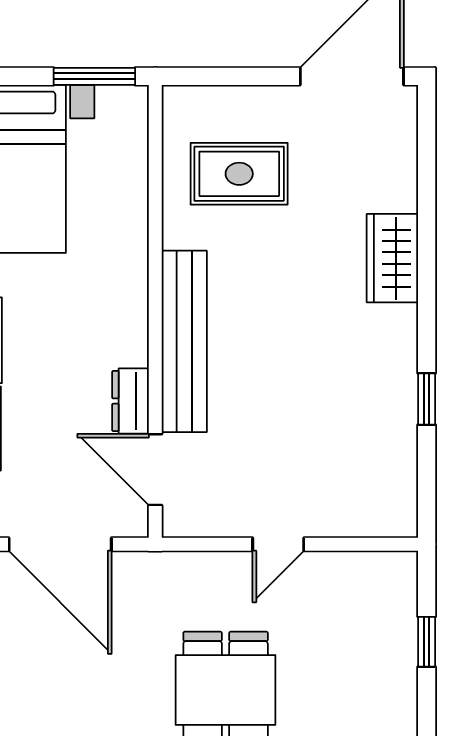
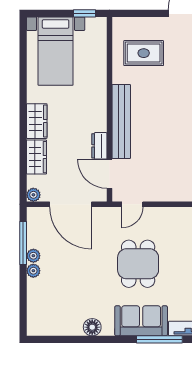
window: (94, 76) -> (85, 13), width x0.67
door: (278, 544) -> (132, 204), moved

